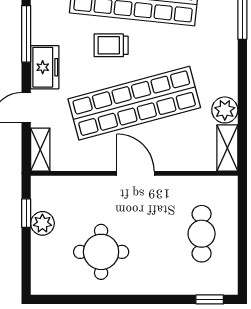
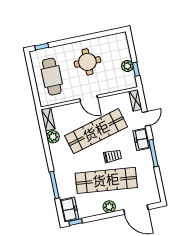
cafe table: (202, 234) -> (52, 77), width x1.37, depth x1.35
round table: (101, 252) -> (87, 62), moved

